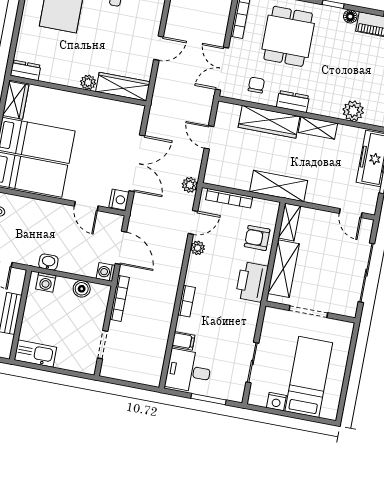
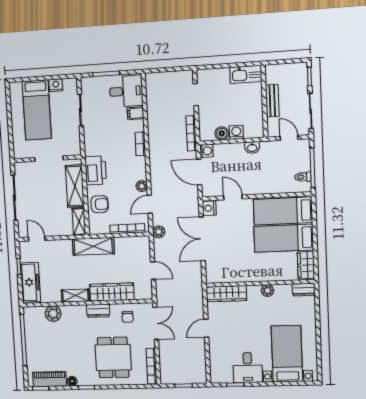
plant: (88, 82) -> (267, 291), moved
washing machine: (46, 282) -> (236, 132), moved

